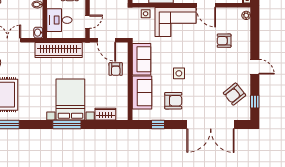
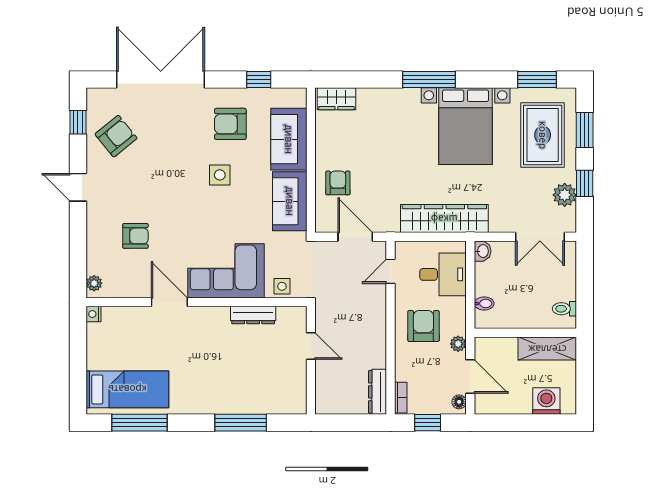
bed with nightstands: (70, 99) -> (466, 126), moved
wardrobe: (105, 114) -> (336, 99), moved

